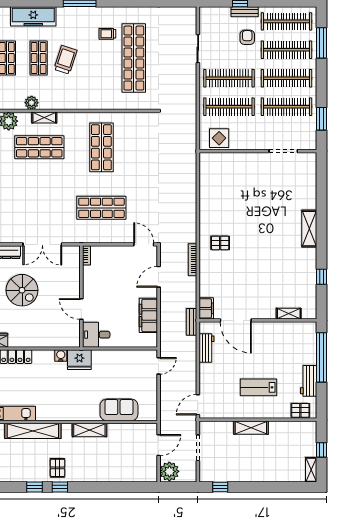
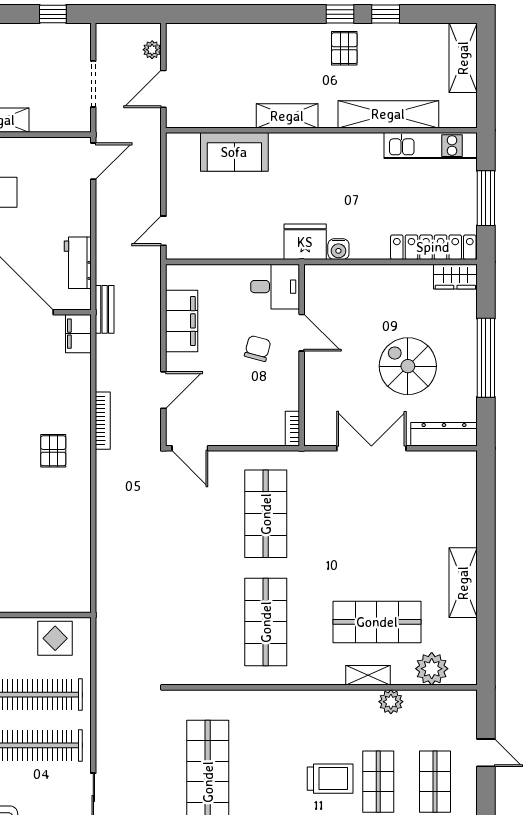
trolley: (66, 60) -> (330, 779), turned -108
shop shelf: (101, 208) -> (266, 514), turned 90
pallet: (220, 243) -> (53, 451), turned 90
chair: (106, 300) -> (258, 348), added
plant: (169, 471) -> (152, 50), width x0.53, depth x0.53

